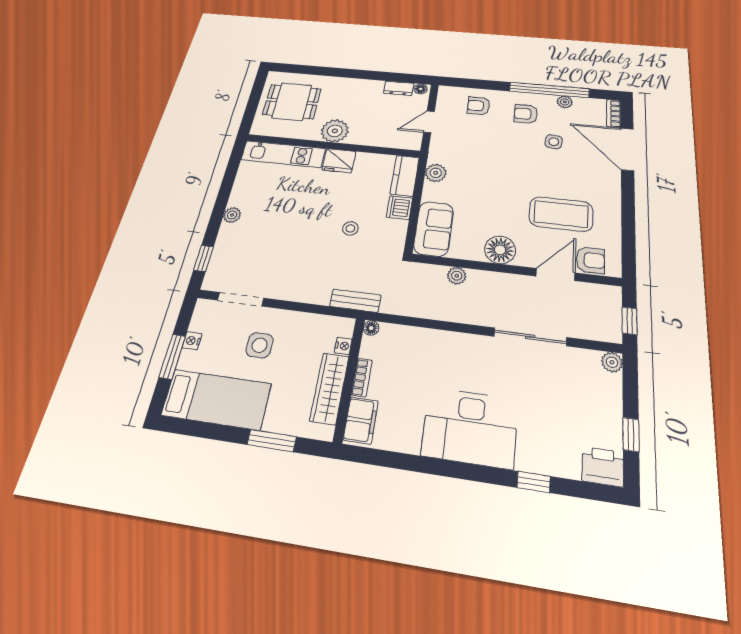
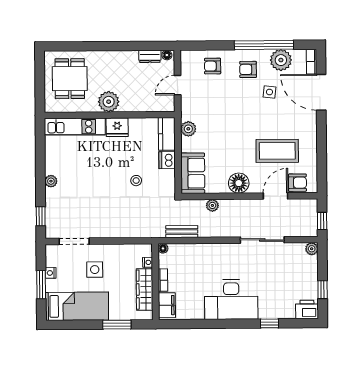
dining table: (292, 102) -> (70, 79), turned 90
plant: (565, 102) -> (281, 60), width x1.88, depth x1.88
bench: (355, 301) -> (182, 232), moved

